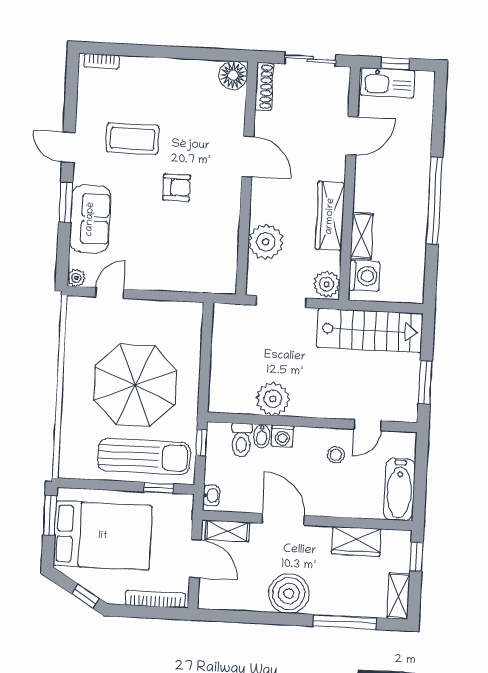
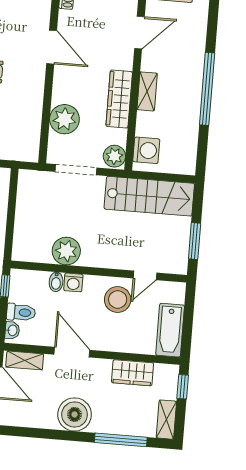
shelving: (362, 236) -> (147, 91), moved
toilet: (241, 440) -> (21, 312), moved, turned -90
stool: (336, 455) -> (118, 300), width x1.89, depth x1.89

